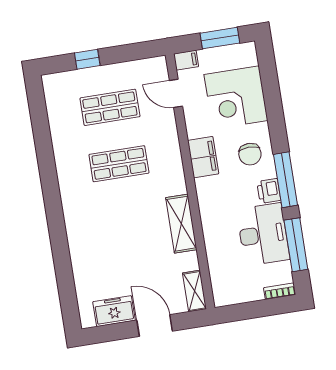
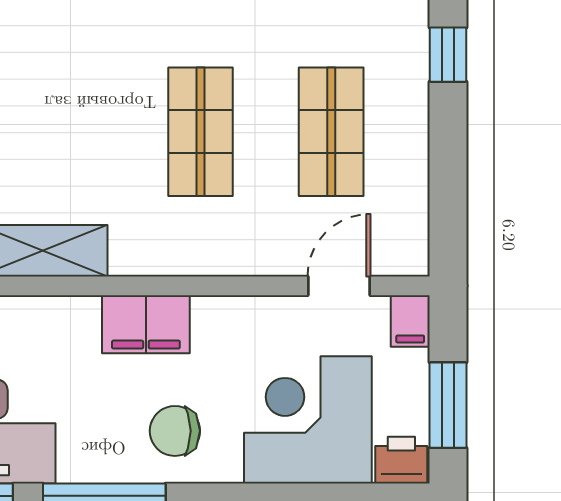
window: (87, 59) -> (448, 55), moved
filing cabinet: (203, 157) -> (146, 324), moved
printer: (269, 191) -> (401, 460), moved

